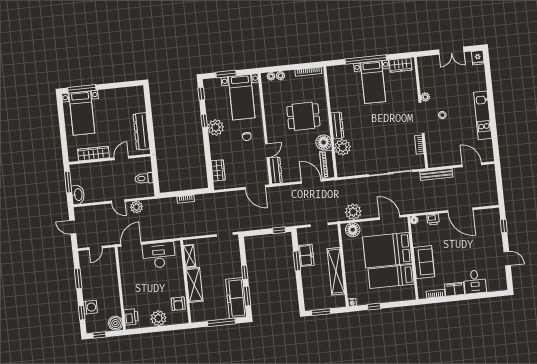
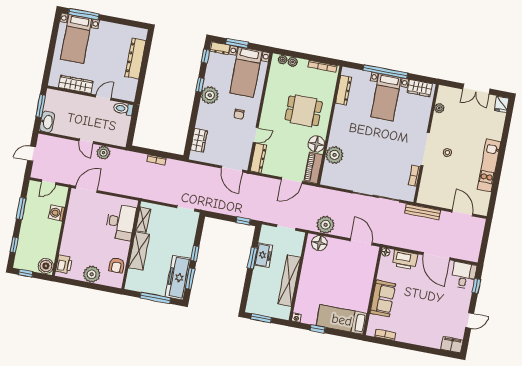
dresser: (212, 83) -> (220, 48), added
plant: (425, 97) -> (439, 108), moved
dresser: (337, 125) -> (344, 90), moved
dresser: (141, 131) -> (135, 58), moved
toilet: (144, 178) -> (123, 109), moved
door: (311, 181) -> (292, 180), swing flipped
printer: (433, 219) -> (405, 260), width x1.87, depth x1.48
door: (73, 227) -> (32, 154), hinge flipped
bed: (387, 250) -> (349, 275), removed
desk: (159, 255) -> (121, 222), moved, turned 90
door: (507, 259) -> (470, 321), hinge flipped
bed: (391, 276) -> (342, 320), moved
desk: (475, 282) -> (464, 275), moved, turned 180
filing cabinet: (455, 289) -> (452, 345), moved
washing machine: (90, 307) -> (57, 213), moved, turned 180

